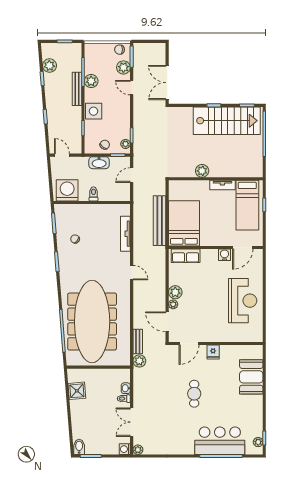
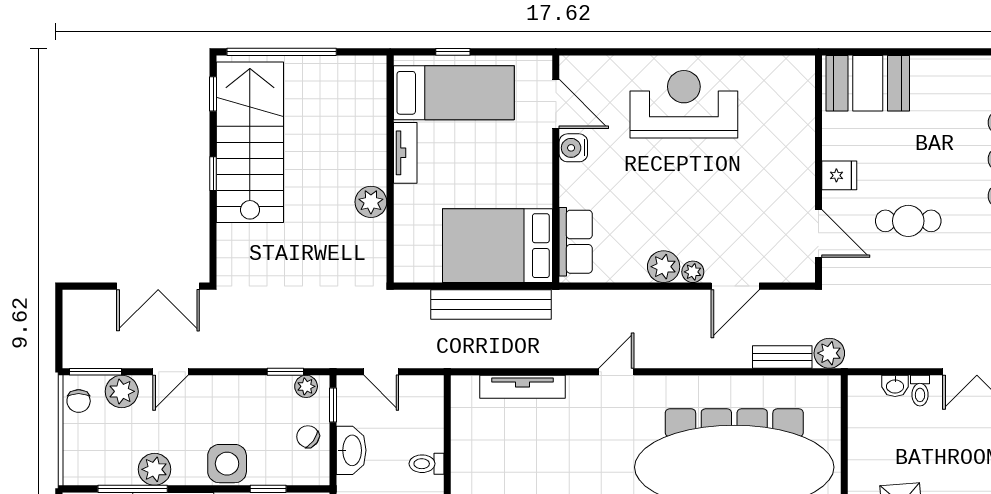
door: (189, 343) -> (818, 233), moved
wall: (216, 343) -> (818, 169), moved
fridge: (213, 352) -> (839, 175), moved

